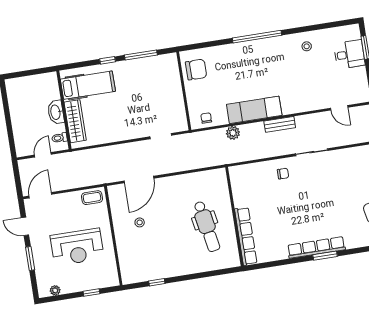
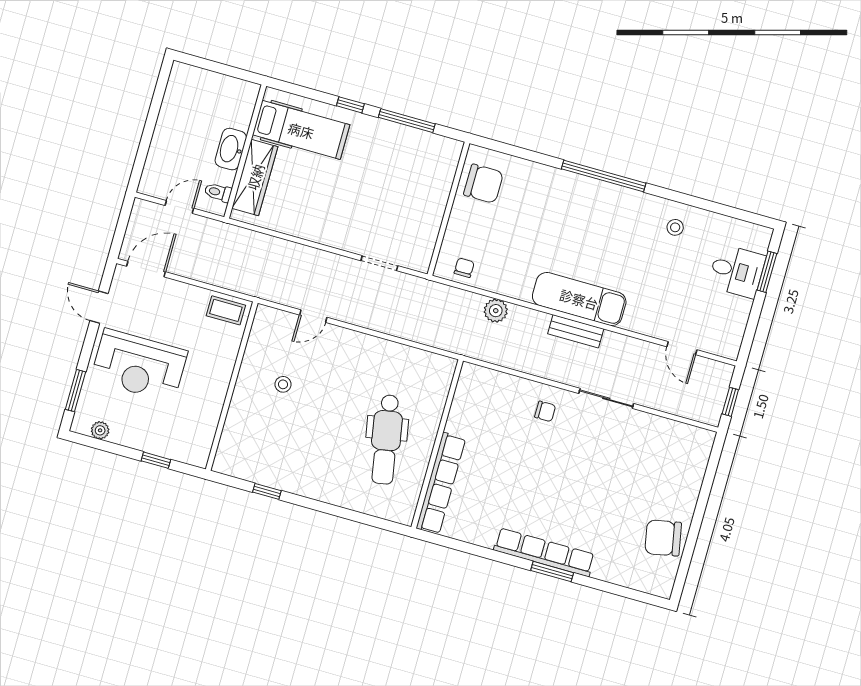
exam couch: (254, 110) -> (579, 299), moved
door: (139, 180) -> (313, 316), width x0.53
reception desk: (77, 247) -> (139, 366), moved
window: (30, 259) -> (76, 391), moved

